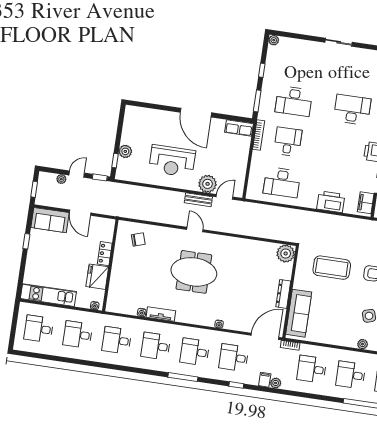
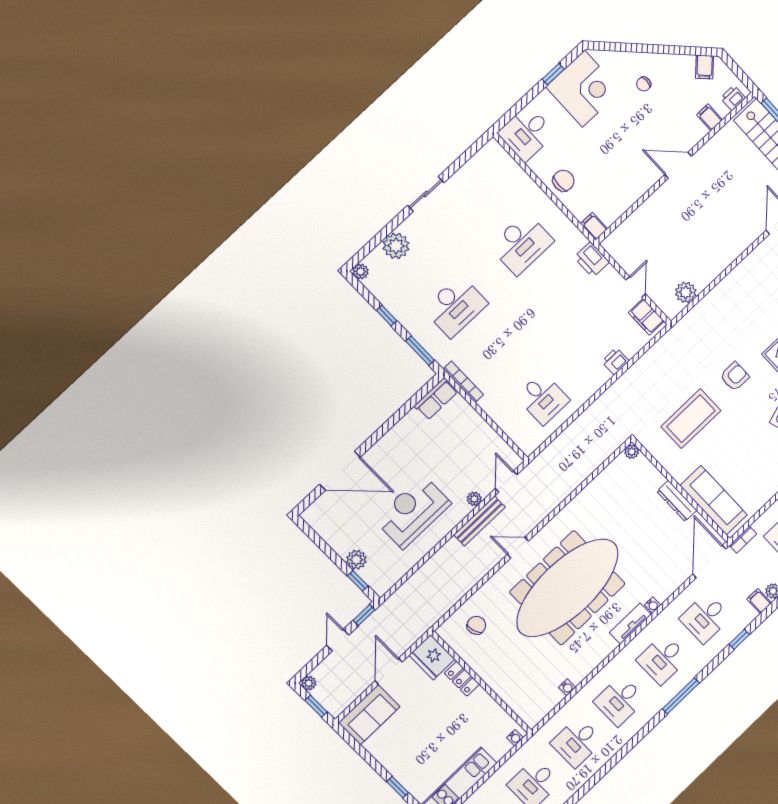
plant: (301, 48) -> (396, 246), added
desk: (352, 110) -> (522, 244), turned 180
door: (196, 113) -> (340, 471), moved
desk: (288, 142) -> (499, 353), removed
reception desk: (172, 161) -> (413, 512), turned 180
plant: (61, 179) -> (309, 683), moved
desk: (282, 182) -> (543, 398), width x0.73
plant: (208, 184) -> (474, 499), width x0.53, depth x0.53
bench: (198, 200) -> (480, 521), width x1.36
printer: (331, 202) -> (615, 361), width x0.53, depth x0.68
door: (80, 213) -> (389, 671), swing flipped
window: (26, 241) -> (398, 787), moved
plant: (286, 254) -> (632, 452), width x0.53, depth x0.53
meeting table: (194, 272) -> (567, 588), width x1.86, depth x1.27
fridge: (97, 277) -> (432, 657), moved
tv unit: (161, 314) -> (630, 624), moved

